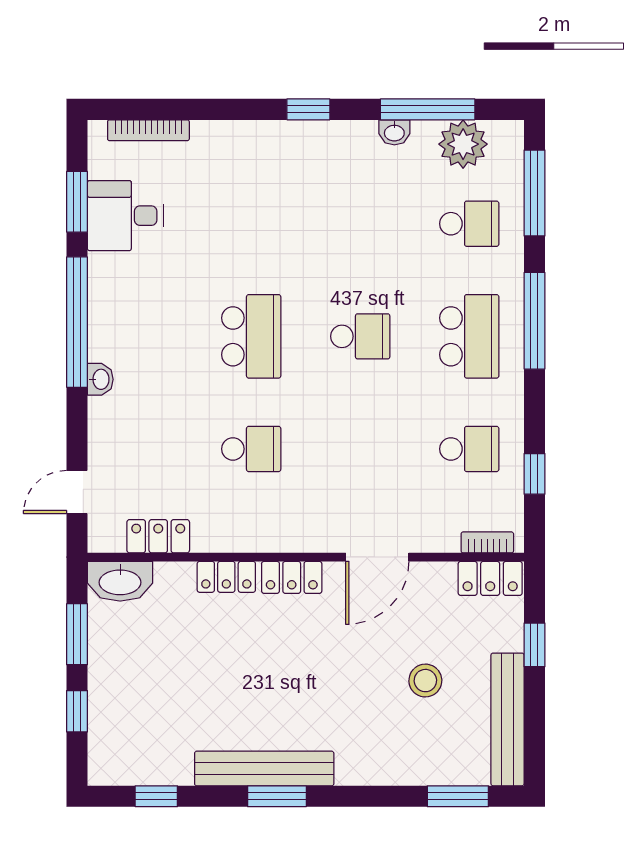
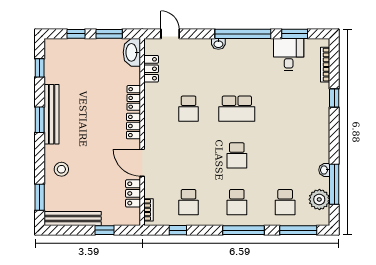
window: (308, 109) -> (334, 98), moved
school desk: (469, 336) -> (237, 202), width x0.54
locker: (490, 578) -> (133, 193), moved
stool: (425, 681) -> (61, 169), moved

